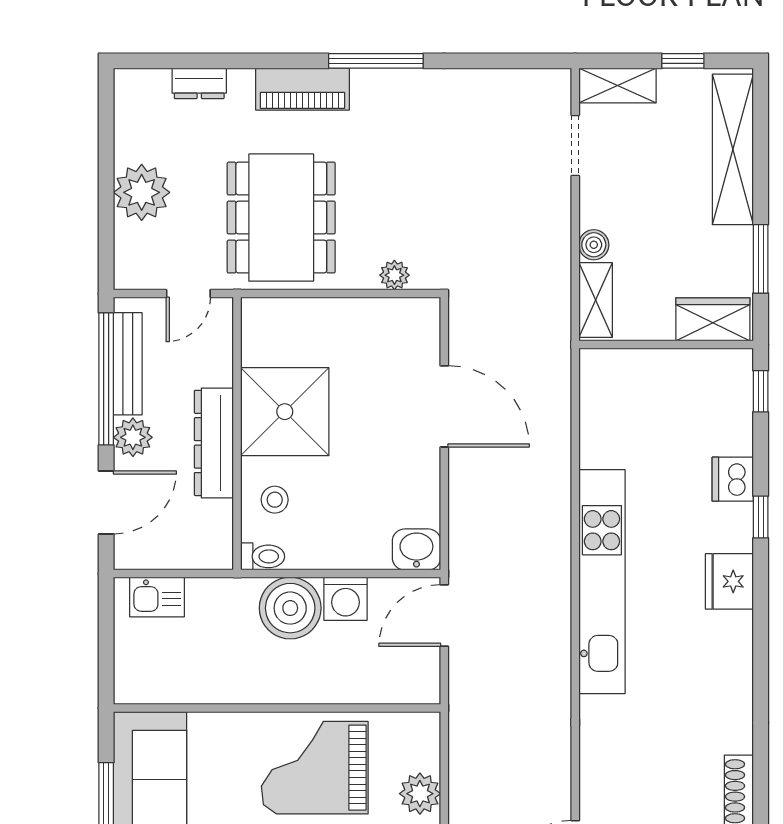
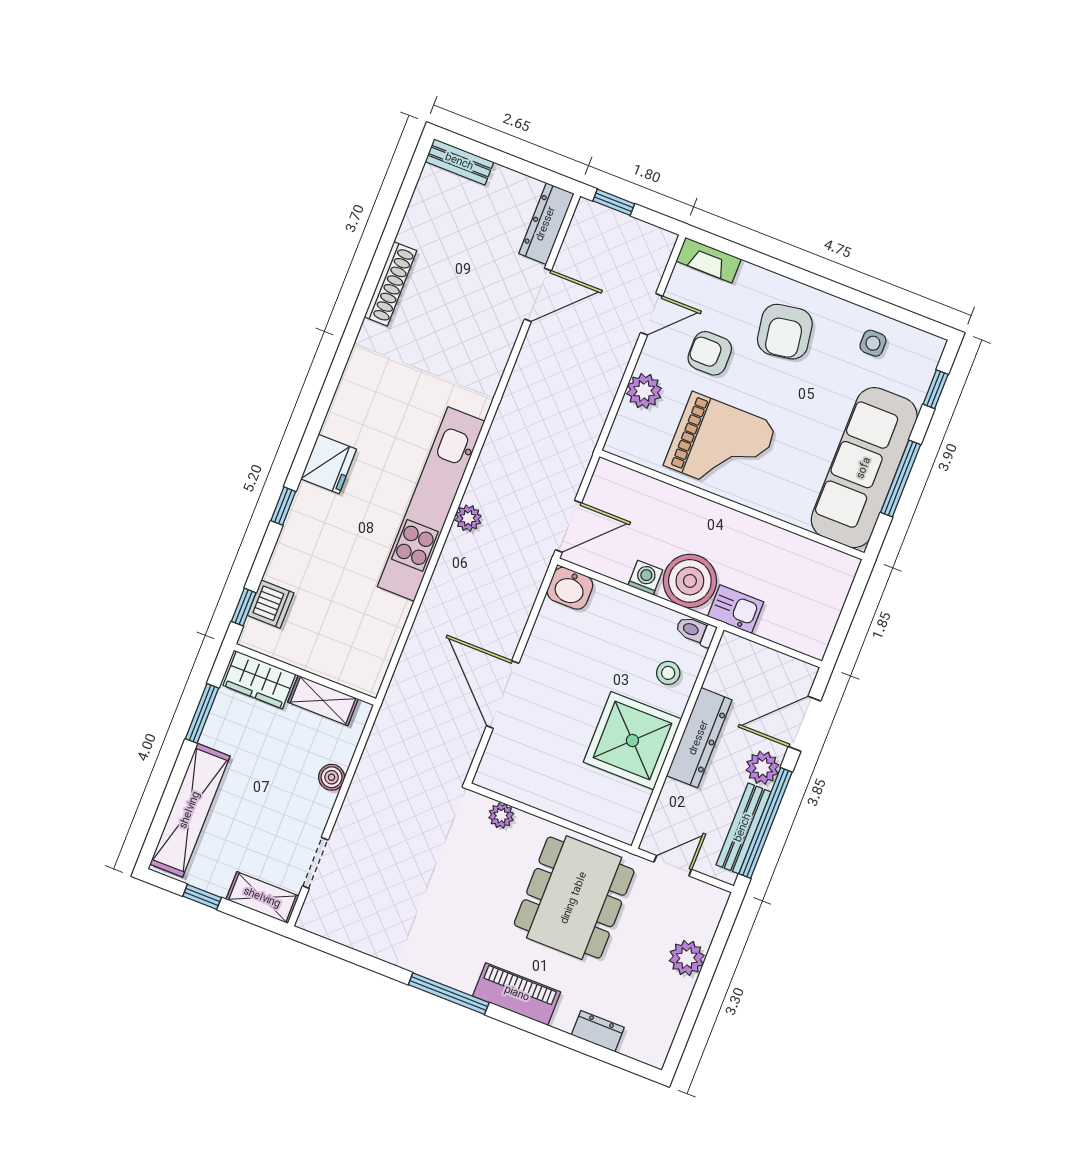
plant: (142, 192) -> (687, 958), width x0.73, depth x0.73
shelving: (596, 300) -> (323, 700), moved, turned 90
dishwasher: (733, 479) -> (271, 604), moved
plant: (556, 582) -> (468, 518), added
kitchen sink: (157, 597) -> (736, 609), moved
washing machine: (346, 599) -> (645, 578), width x0.73, depth x0.73

